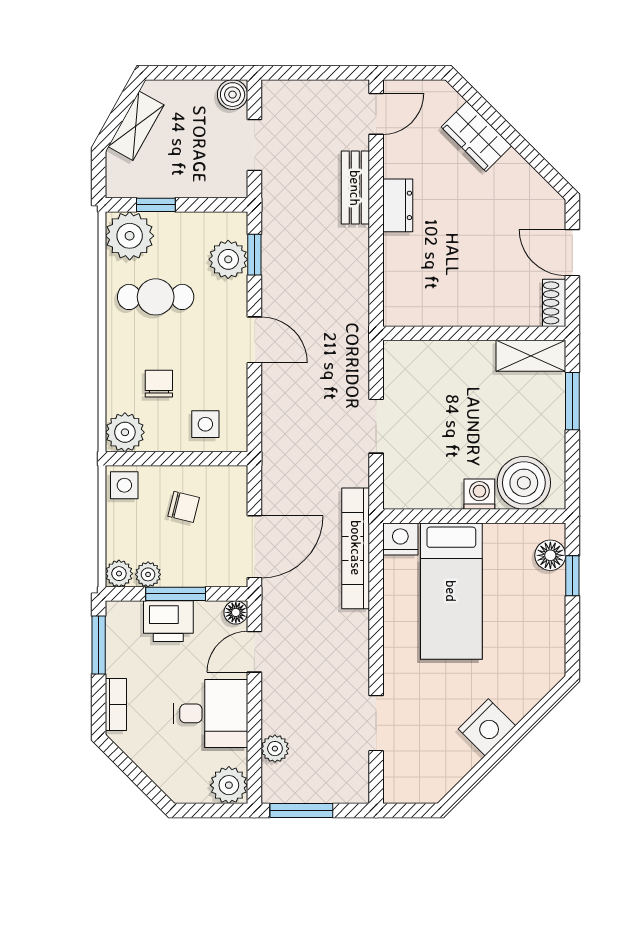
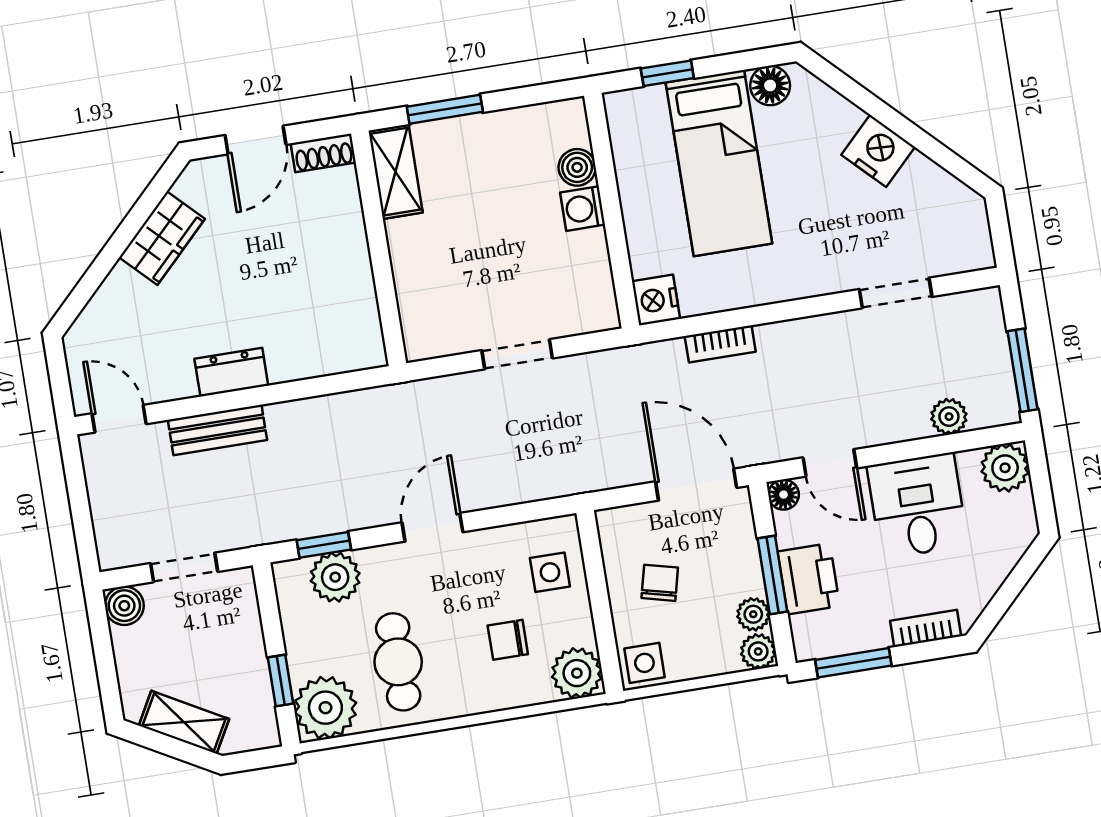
wardrobe: (476, 136) -> (162, 238), moved
boiler: (524, 483) -> (577, 167), width x0.54, depth x0.54
bookcase: (356, 548) -> (720, 344), width x0.43, depth x0.76
floor lamp: (550, 555) -> (770, 85), moved
bed: (451, 591) -> (719, 163), moved, turned 90

